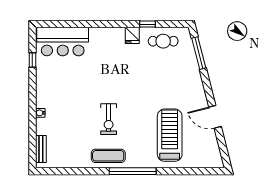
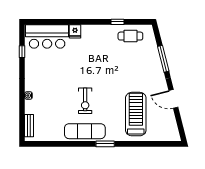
fridge: (132, 35) -> (75, 31), moved
window: (199, 53) -> (163, 59), moved
exercise mat: (108, 156) -> (85, 131), width x1.36, depth x1.45
window: (133, 171) -> (105, 144), width x0.47

